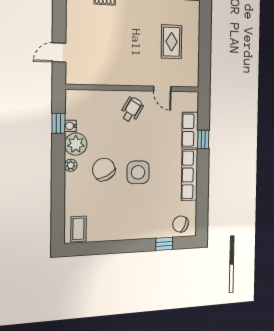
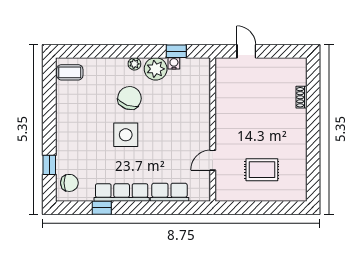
wheelchair: (132, 110) -> (191, 127), removed
window: (203, 139) -> (102, 208), moved
chair: (104, 169) -> (129, 98), turned -43
chair: (180, 224) -> (69, 183), turned 67

